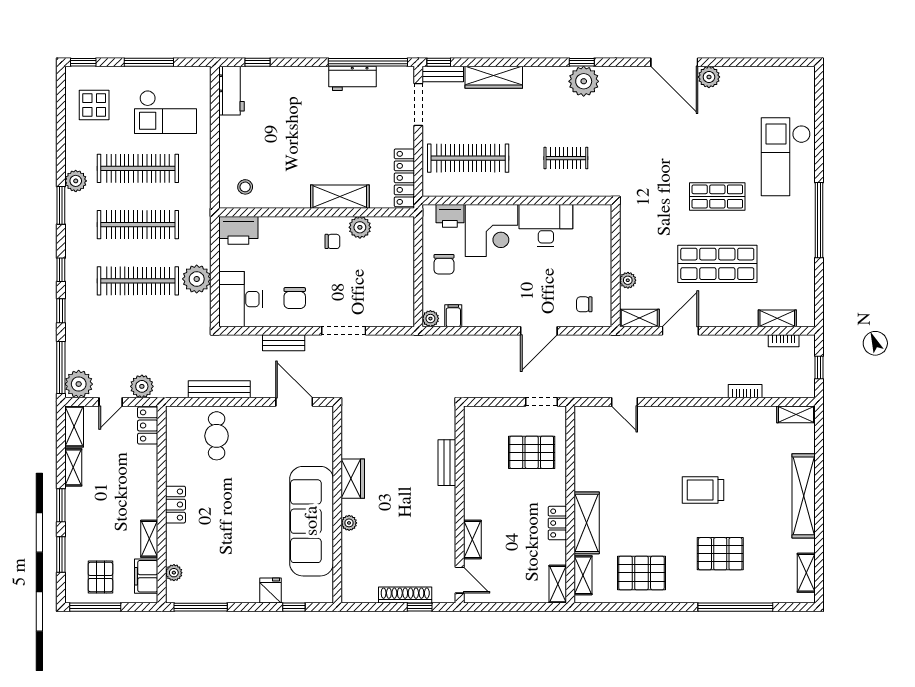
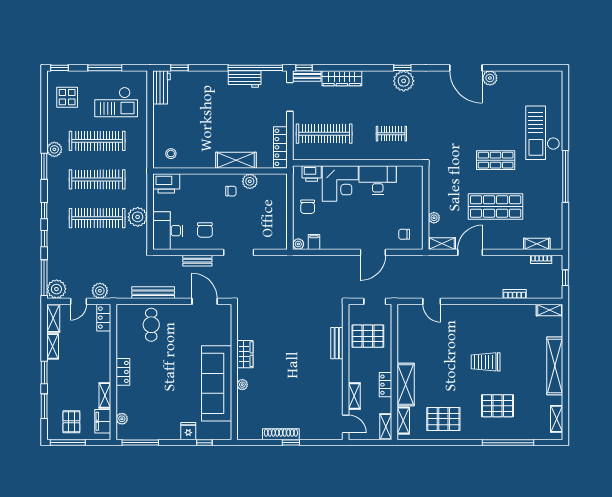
bench: (447, 463) -> (337, 343), moved
wall: (460, 505) -> (346, 372), moved
shelving: (472, 540) -> (354, 396), moved
door: (460, 580) -> (346, 424), moved

